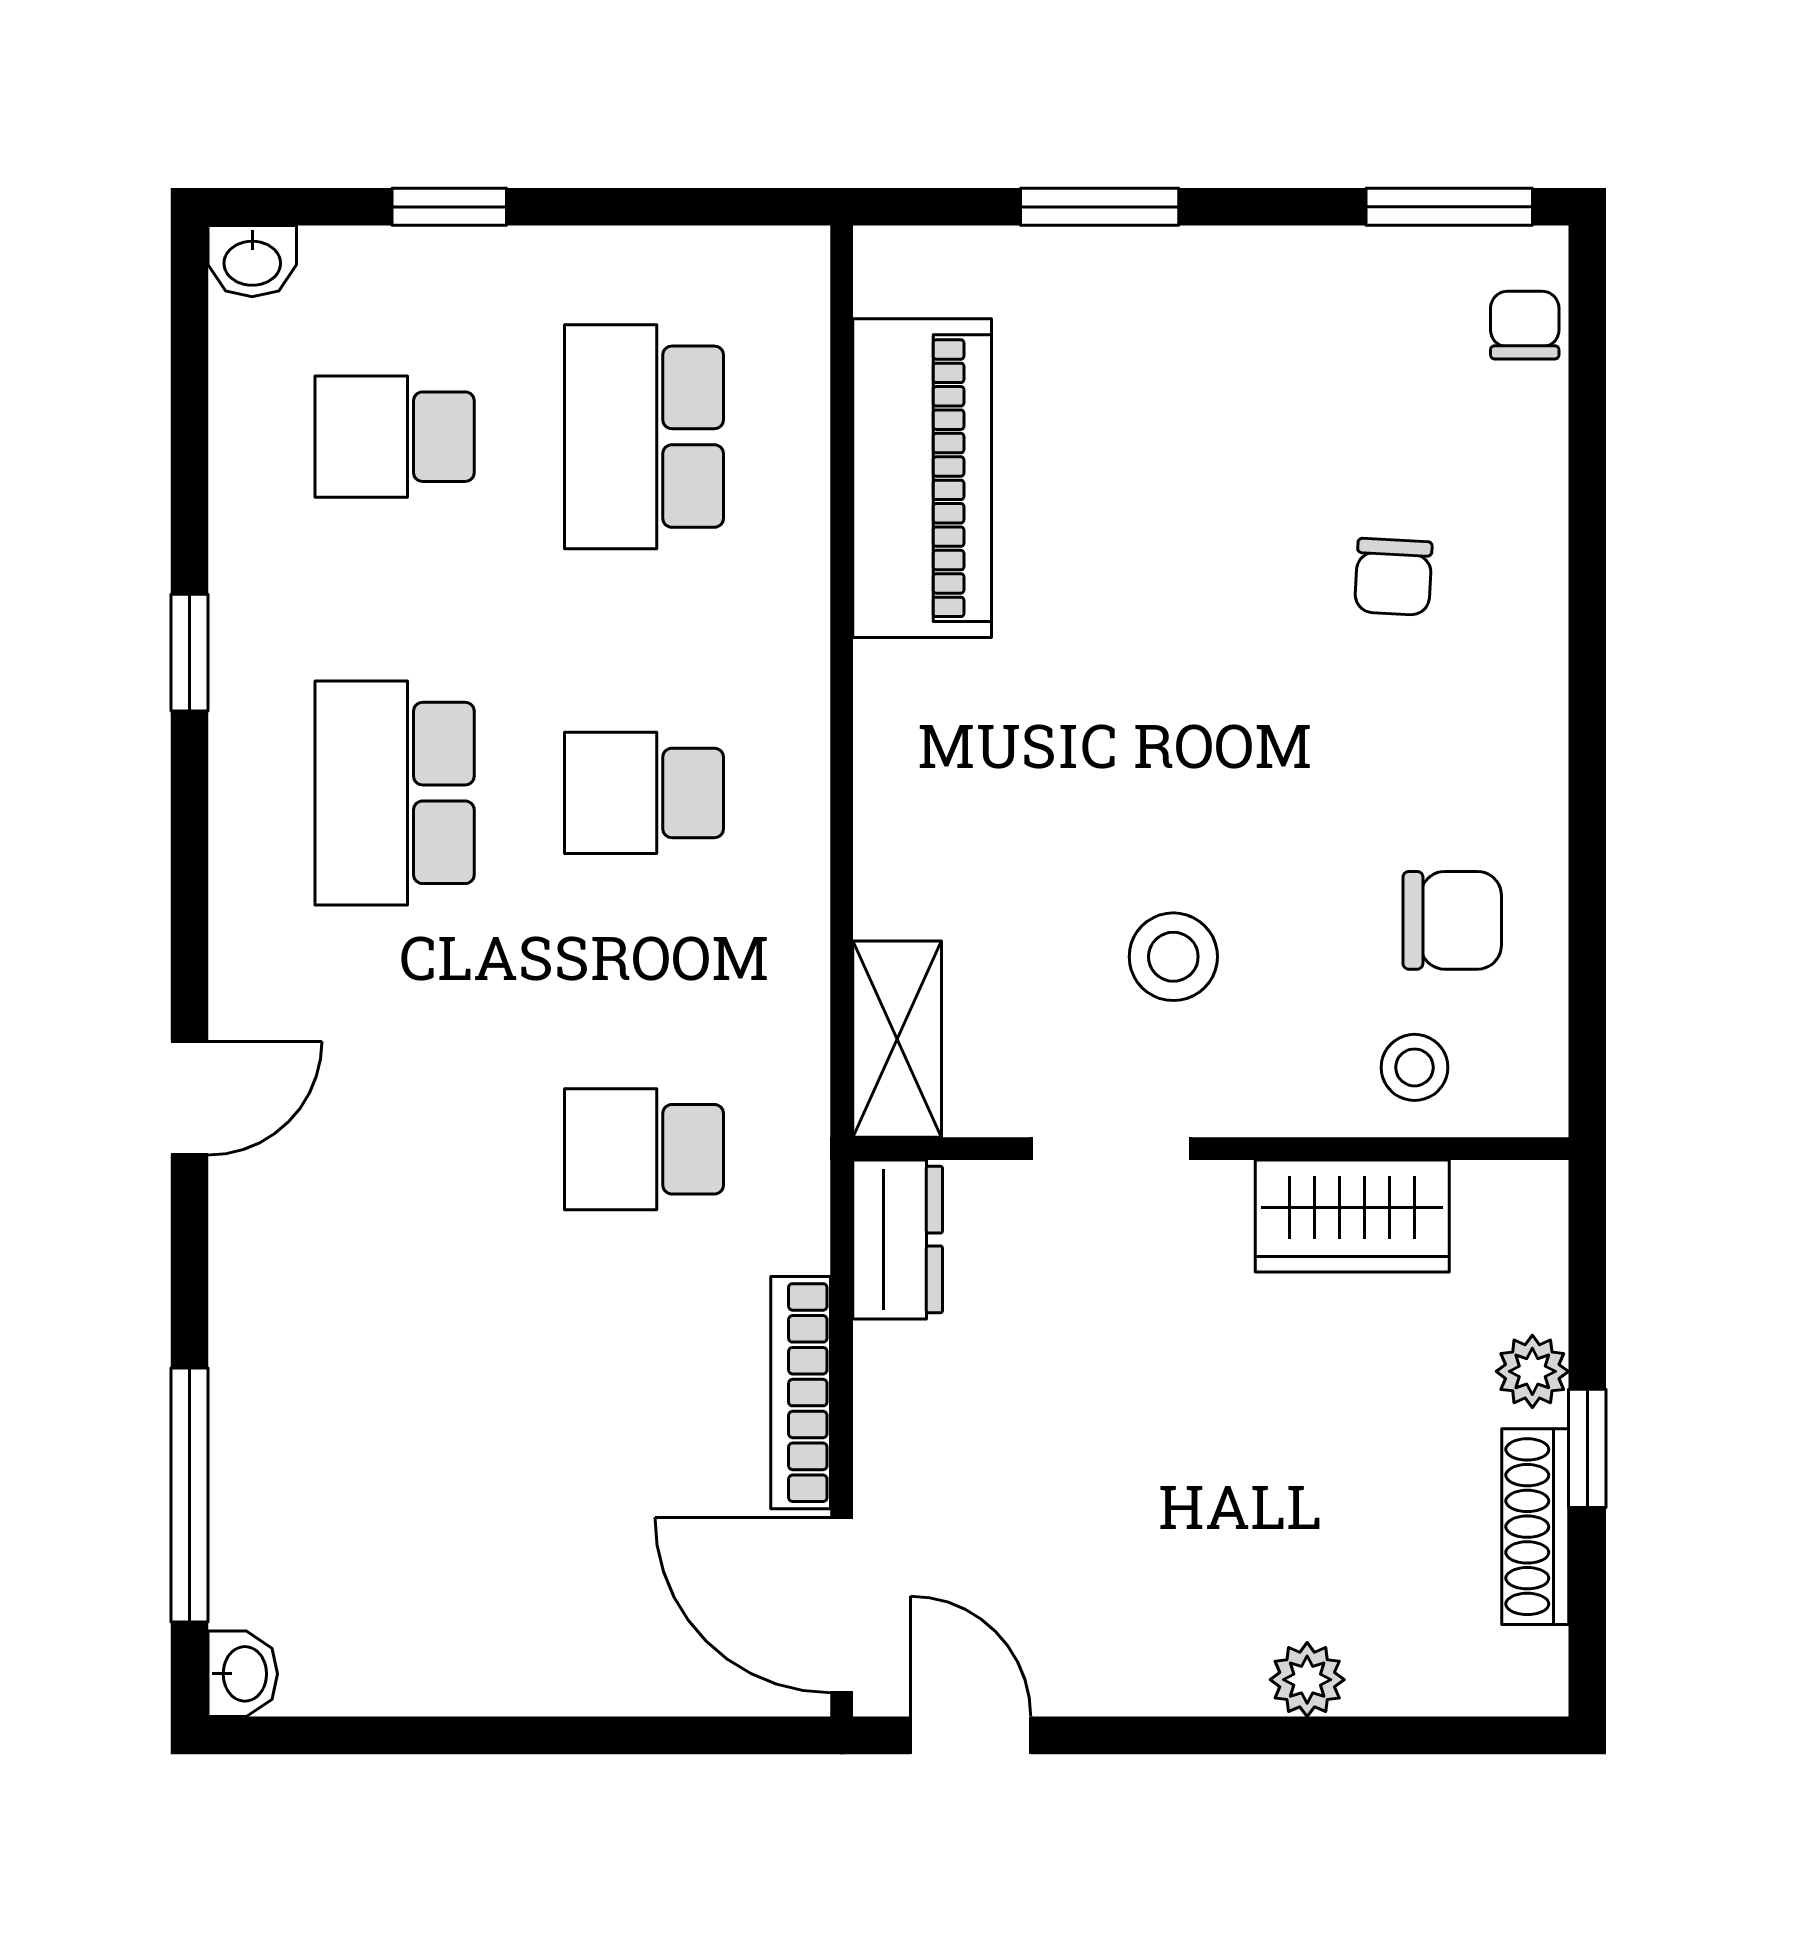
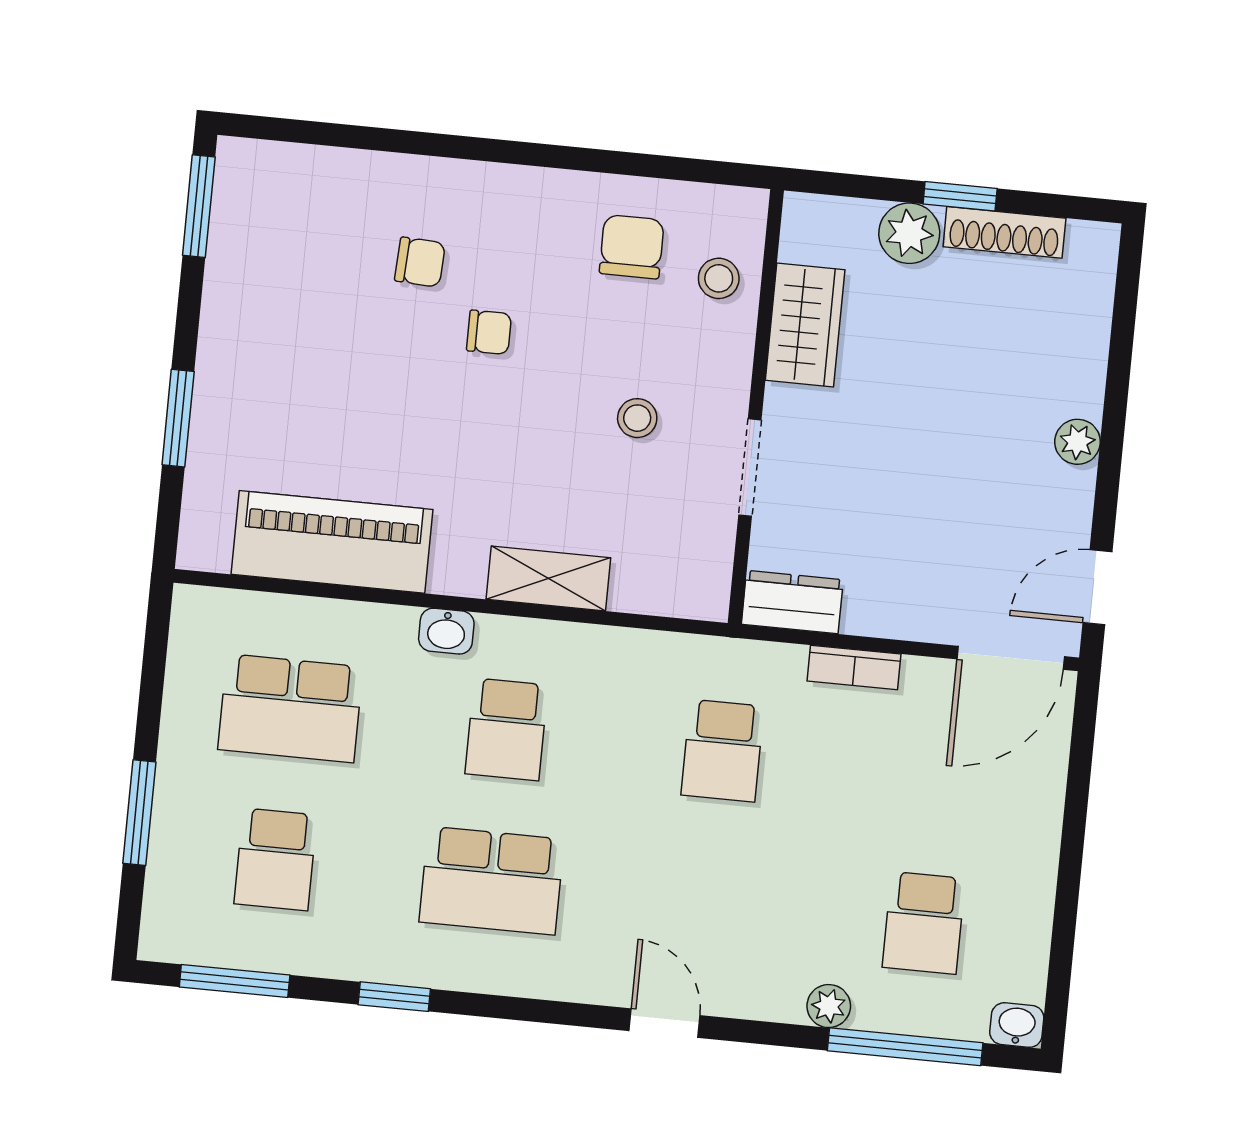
window: (449, 207) -> (139, 813), width x1.50
washbasin: (252, 261) -> (446, 631), moved, turned 90
chair: (1525, 325) -> (489, 332), moved, turned 180
window: (189, 389) -> (235, 981), added
stool: (1173, 957) -> (637, 418), width x0.73, depth x0.73
shelving: (897, 1039) -> (548, 578), moved
plant: (244, 1364) -> (829, 1006), added
plant: (1532, 1371) -> (909, 233), width x1.38, depth x1.38
bookcase: (801, 1393) -> (854, 667), width x0.64
school desk: (395, 1506) -> (924, 923), added
plant: (1307, 1680) -> (1078, 442), moved

